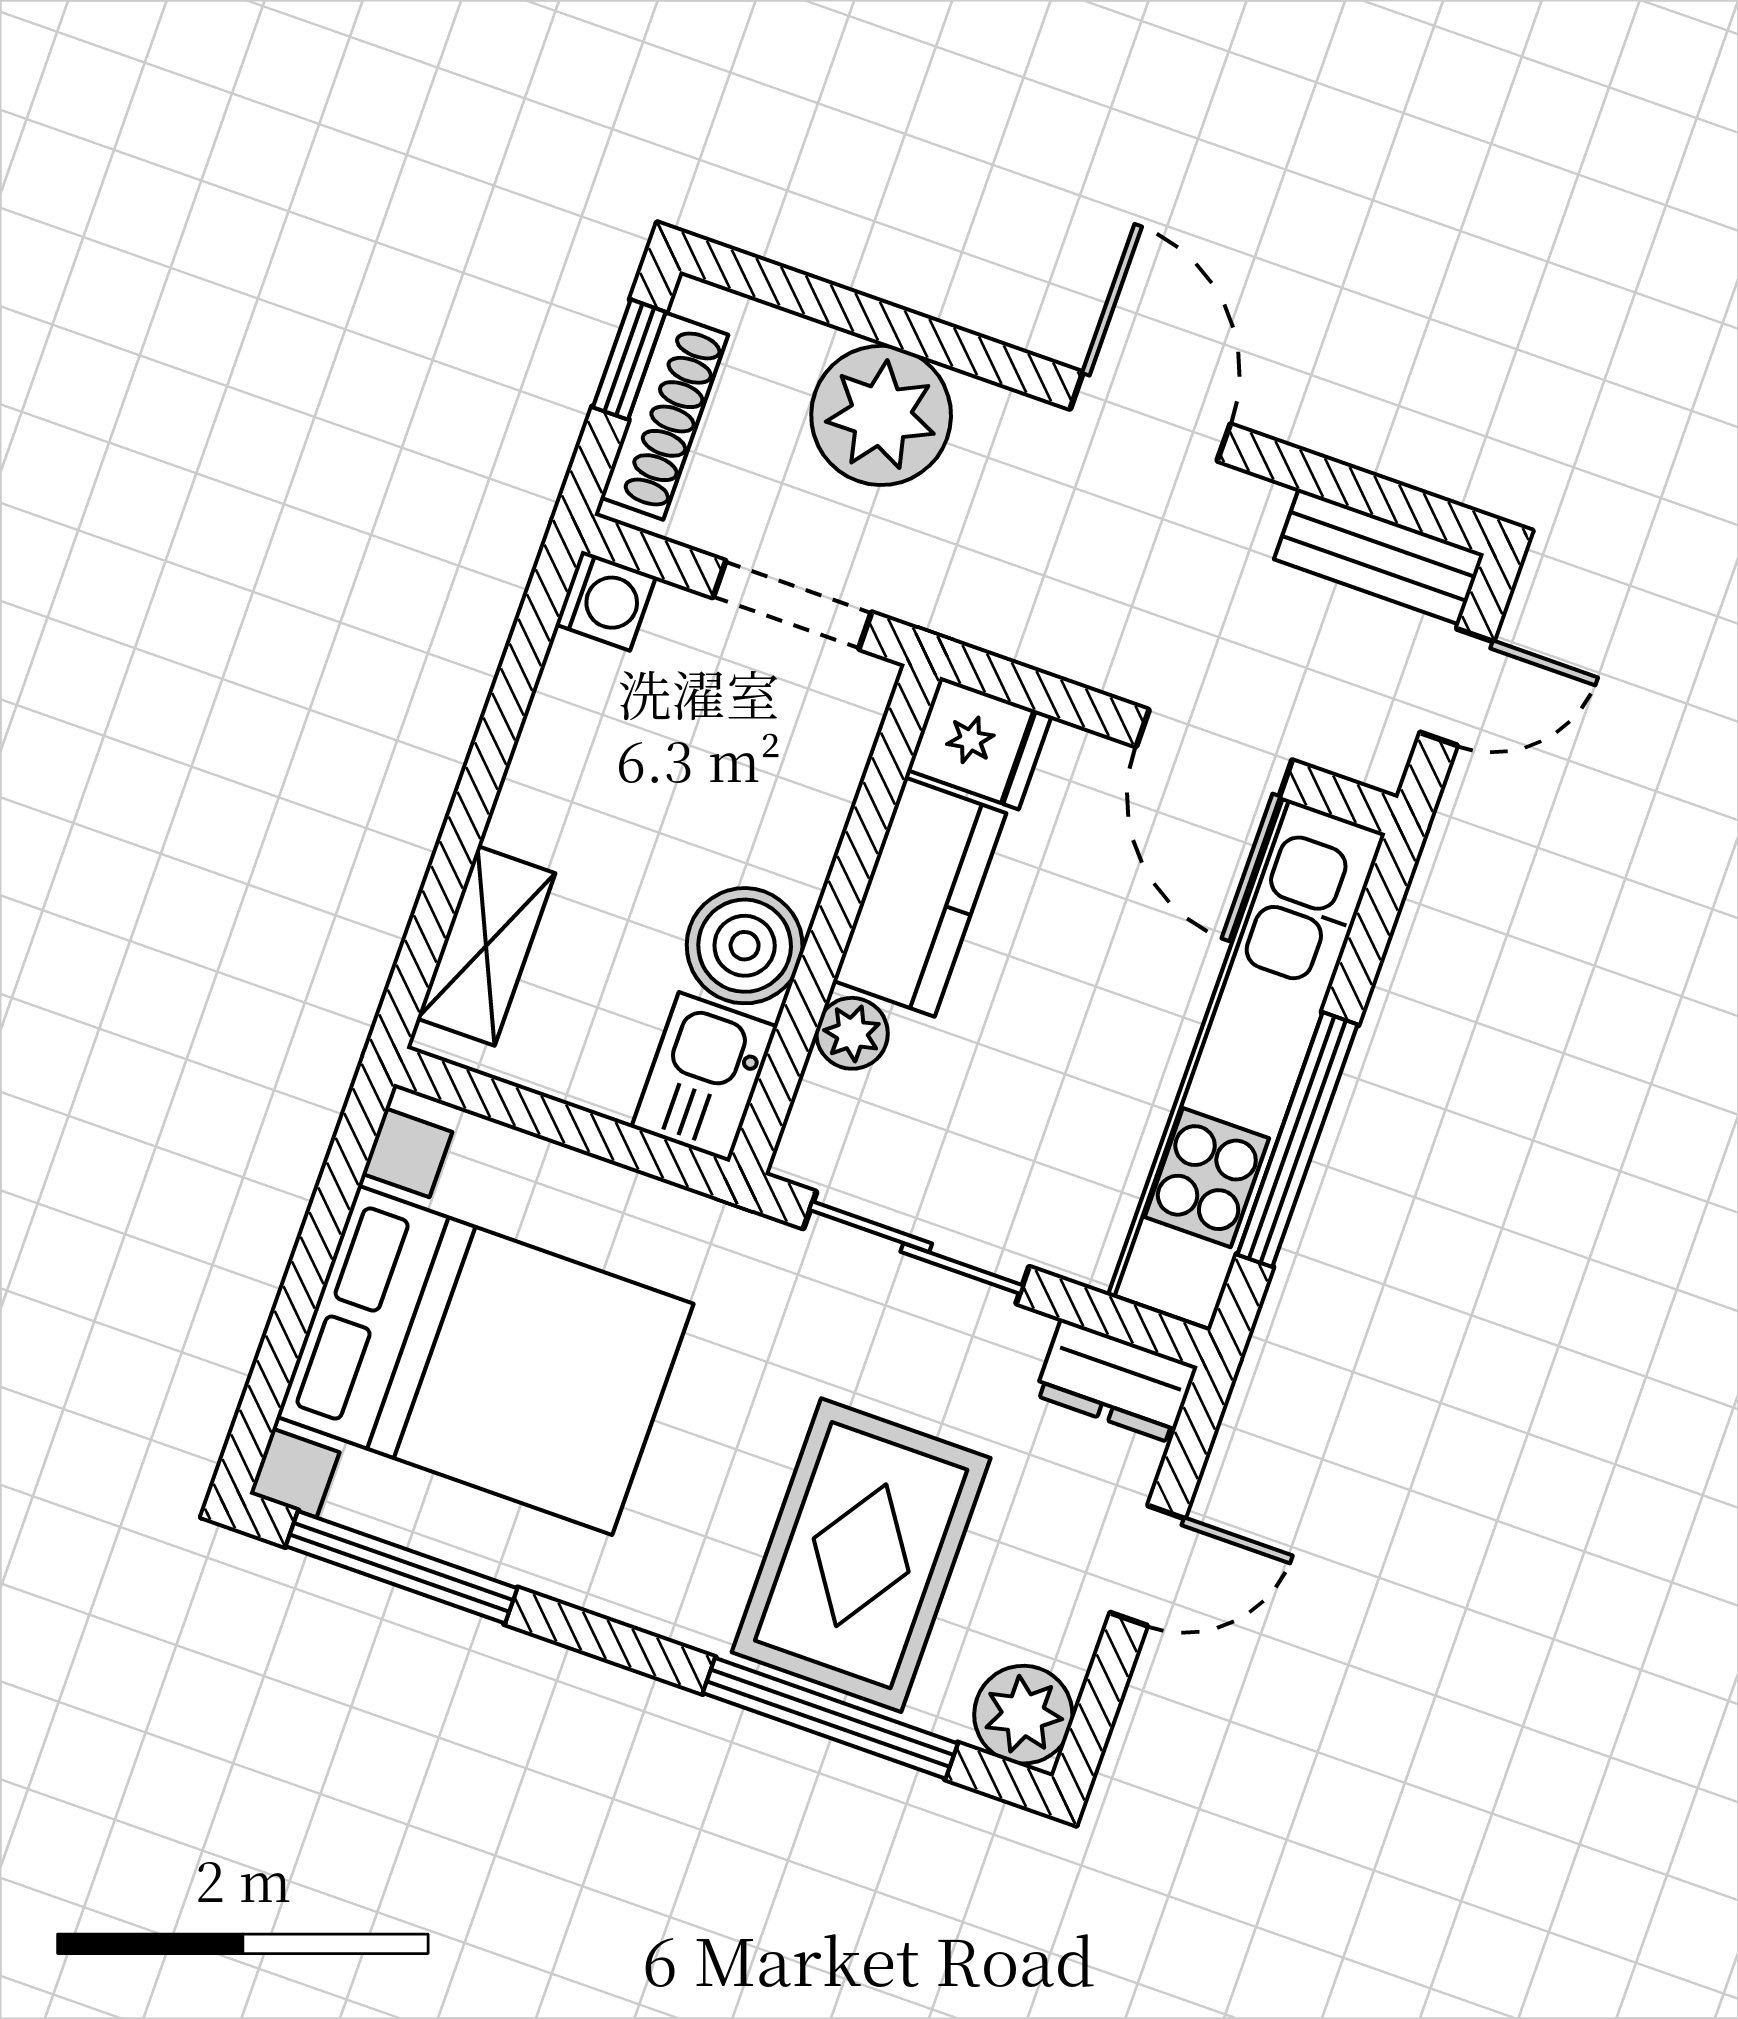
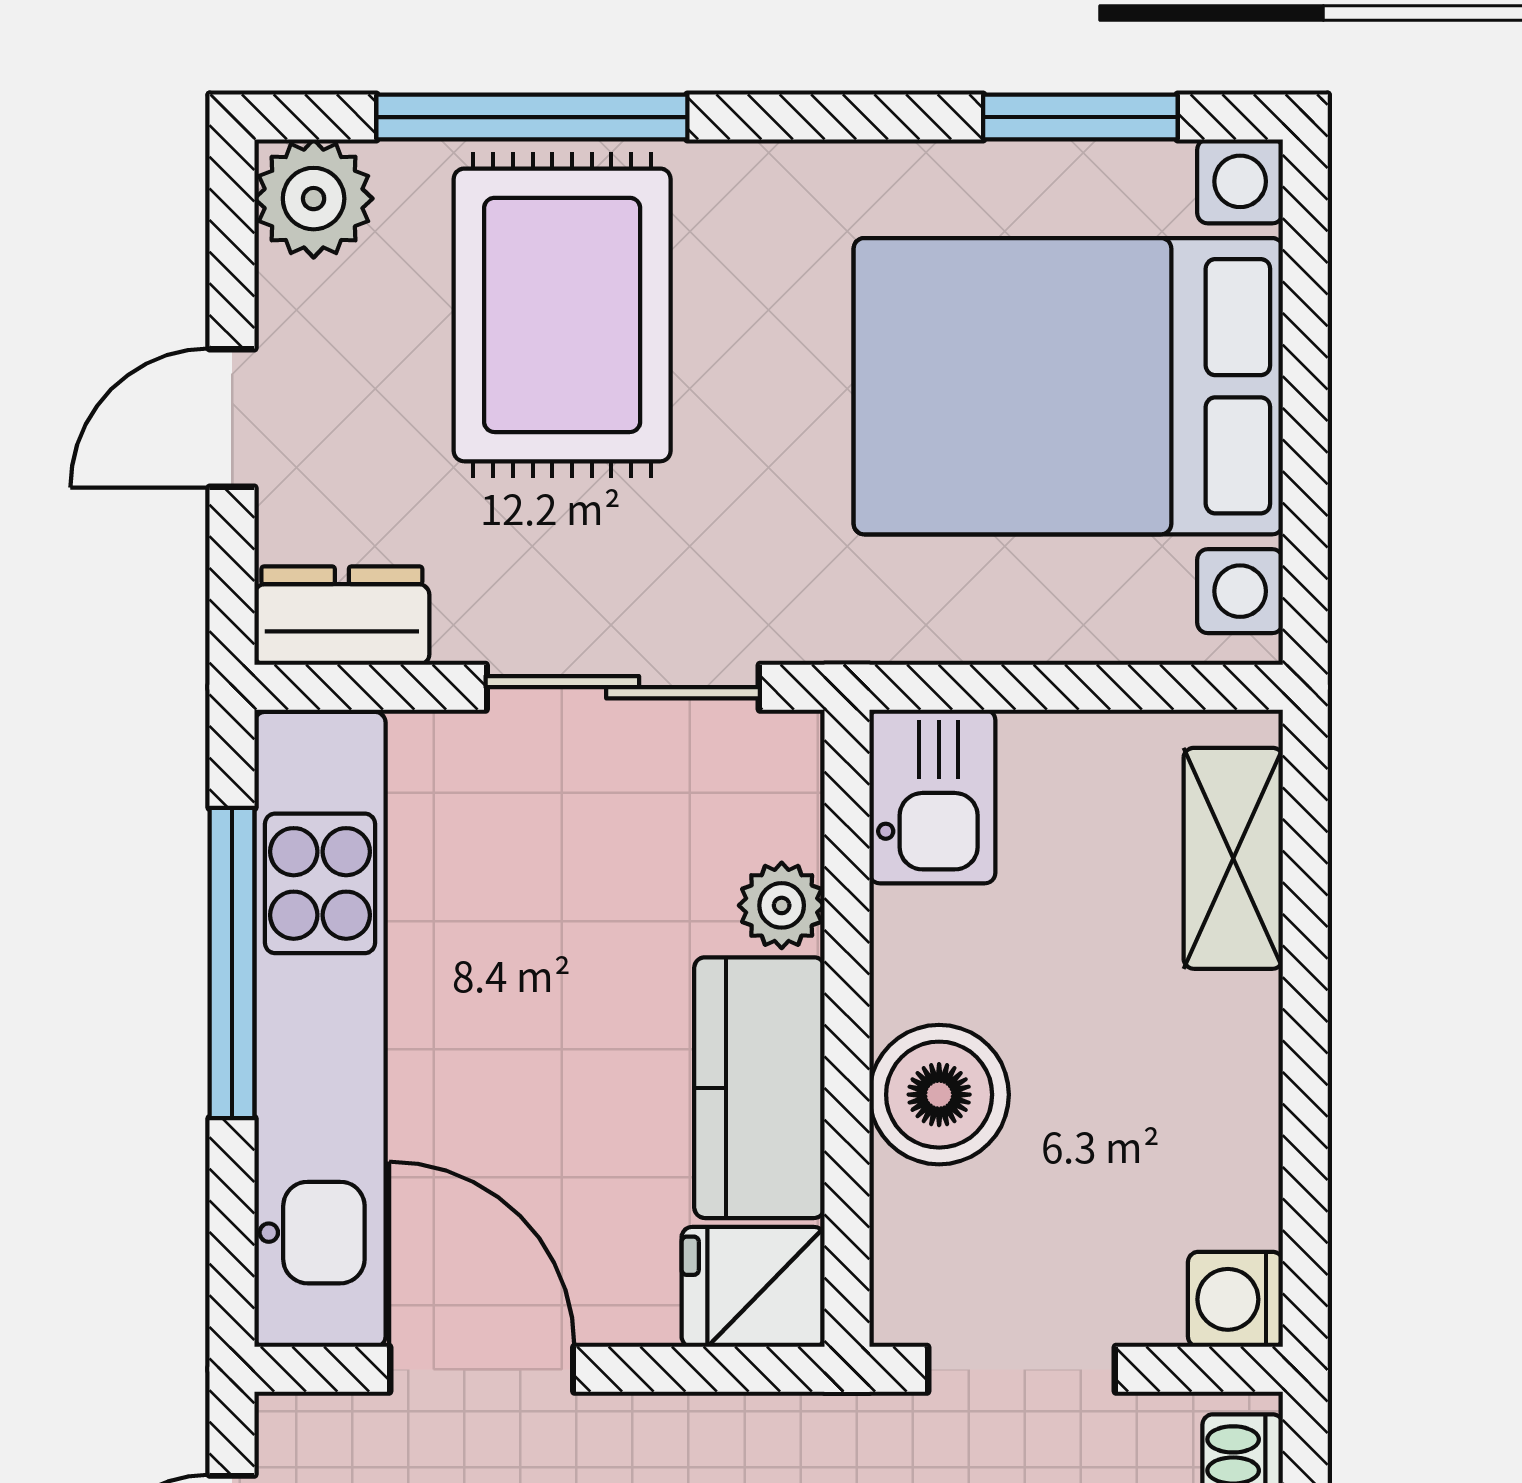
boiler: (745, 946) -> (939, 1095), moved
window: (401, 1567) -> (1080, 117), width x0.69

